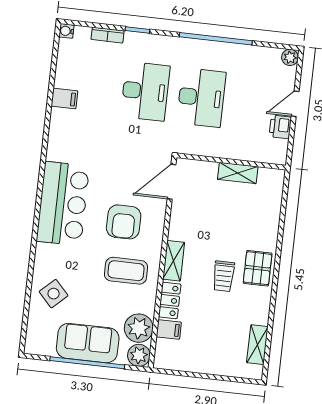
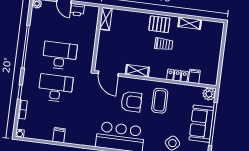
shelving: (238, 173) -> (106, 19), moved
shelving: (174, 261) -> (137, 71), moved
plant: (139, 328) -> (193, 94), removed
shelving: (257, 345) -> (190, 23), moved

